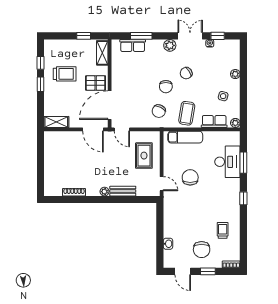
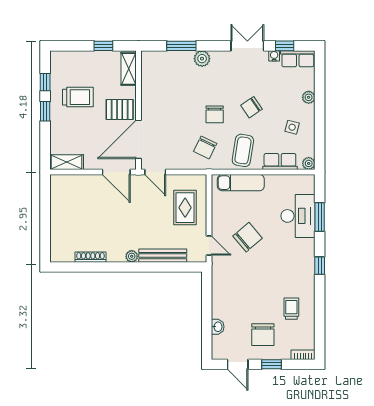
row of seats: (133, 45) -> (298, 59), moved
plant: (170, 45) -> (202, 59), moved
chair: (186, 73) -> (251, 107), moved
chair: (190, 177) -> (248, 237), turned 50
bench: (123, 191) -> (163, 256), width x1.36

